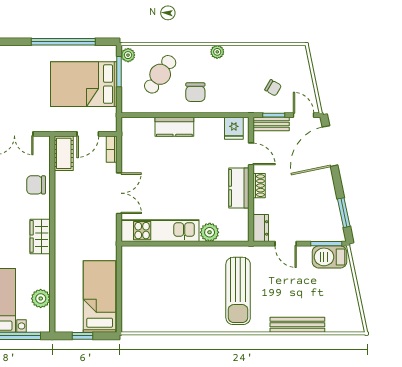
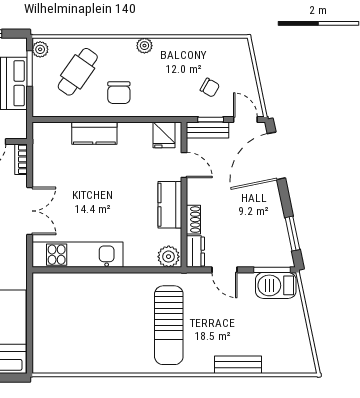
shoe rack: (259, 186) -> (193, 220), moved
plant: (210, 232) -> (169, 257), moved
bench: (297, 325) -> (238, 365), width x0.73

